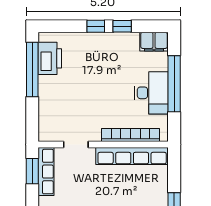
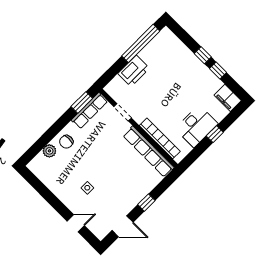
printer: (50, 58) -> (134, 71), moved
window: (174, 84) -> (215, 134), width x0.32

